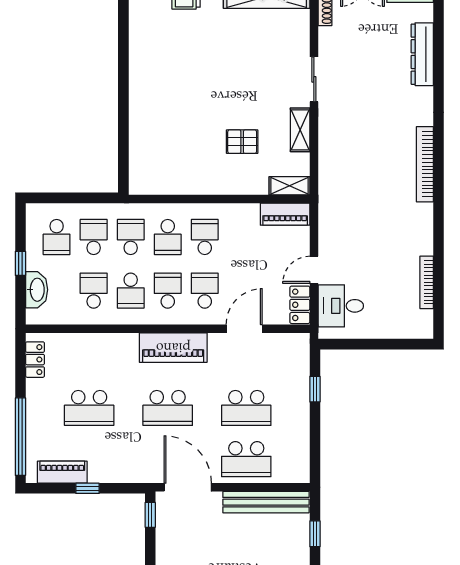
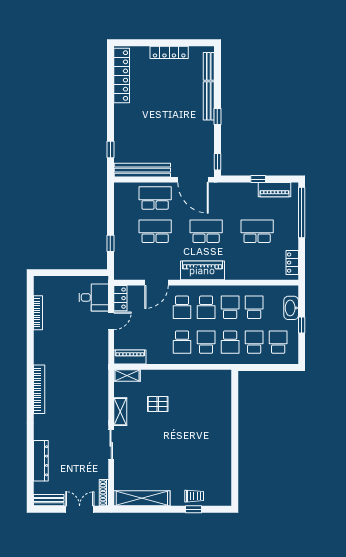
school desk: (94, 237) -> (254, 342), turned 180
school desk: (94, 291) -> (254, 307), turned 180

